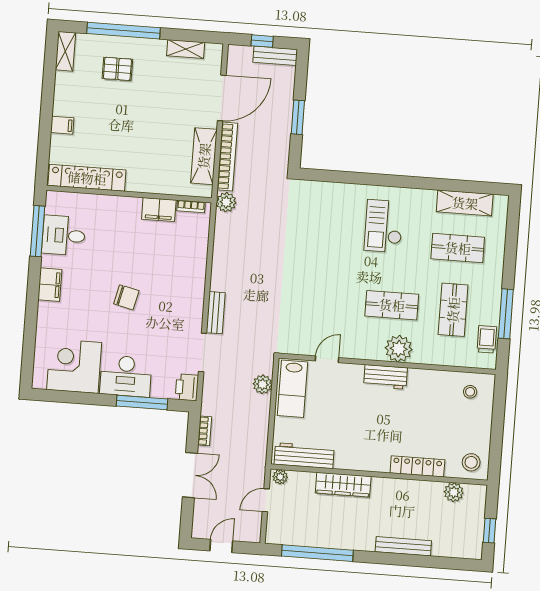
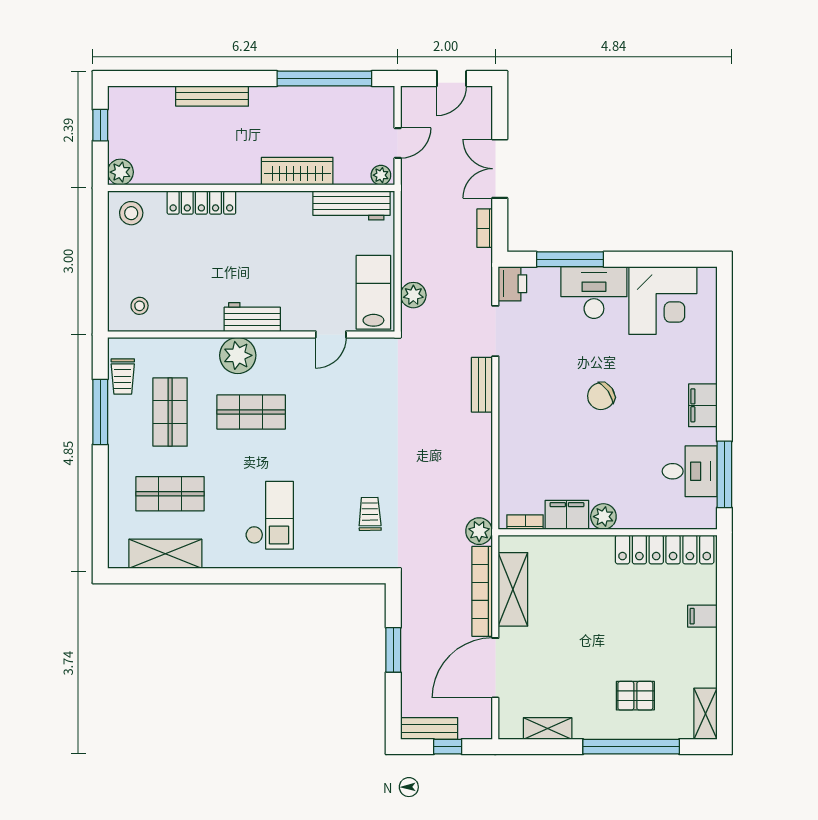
plant: (131, 206) -> (603, 517), added
trolley: (308, 221) -> (370, 514), added
chair: (126, 297) -> (601, 396), turned -48
plant: (454, 492) -> (120, 172), moved

